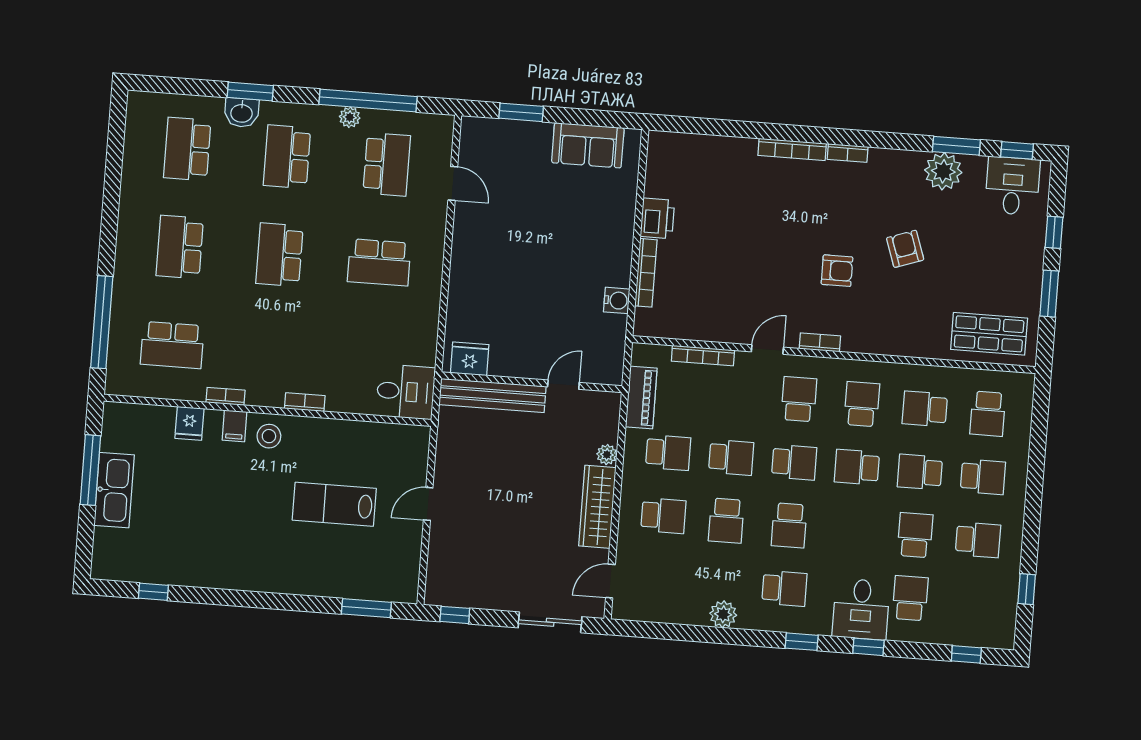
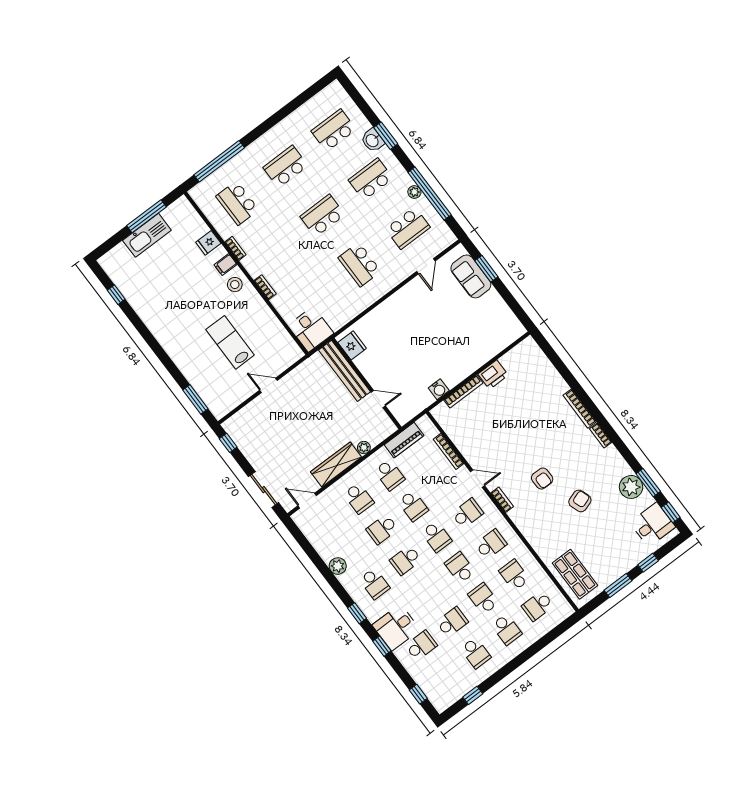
sofa: (588, 145) -> (471, 276), moved

